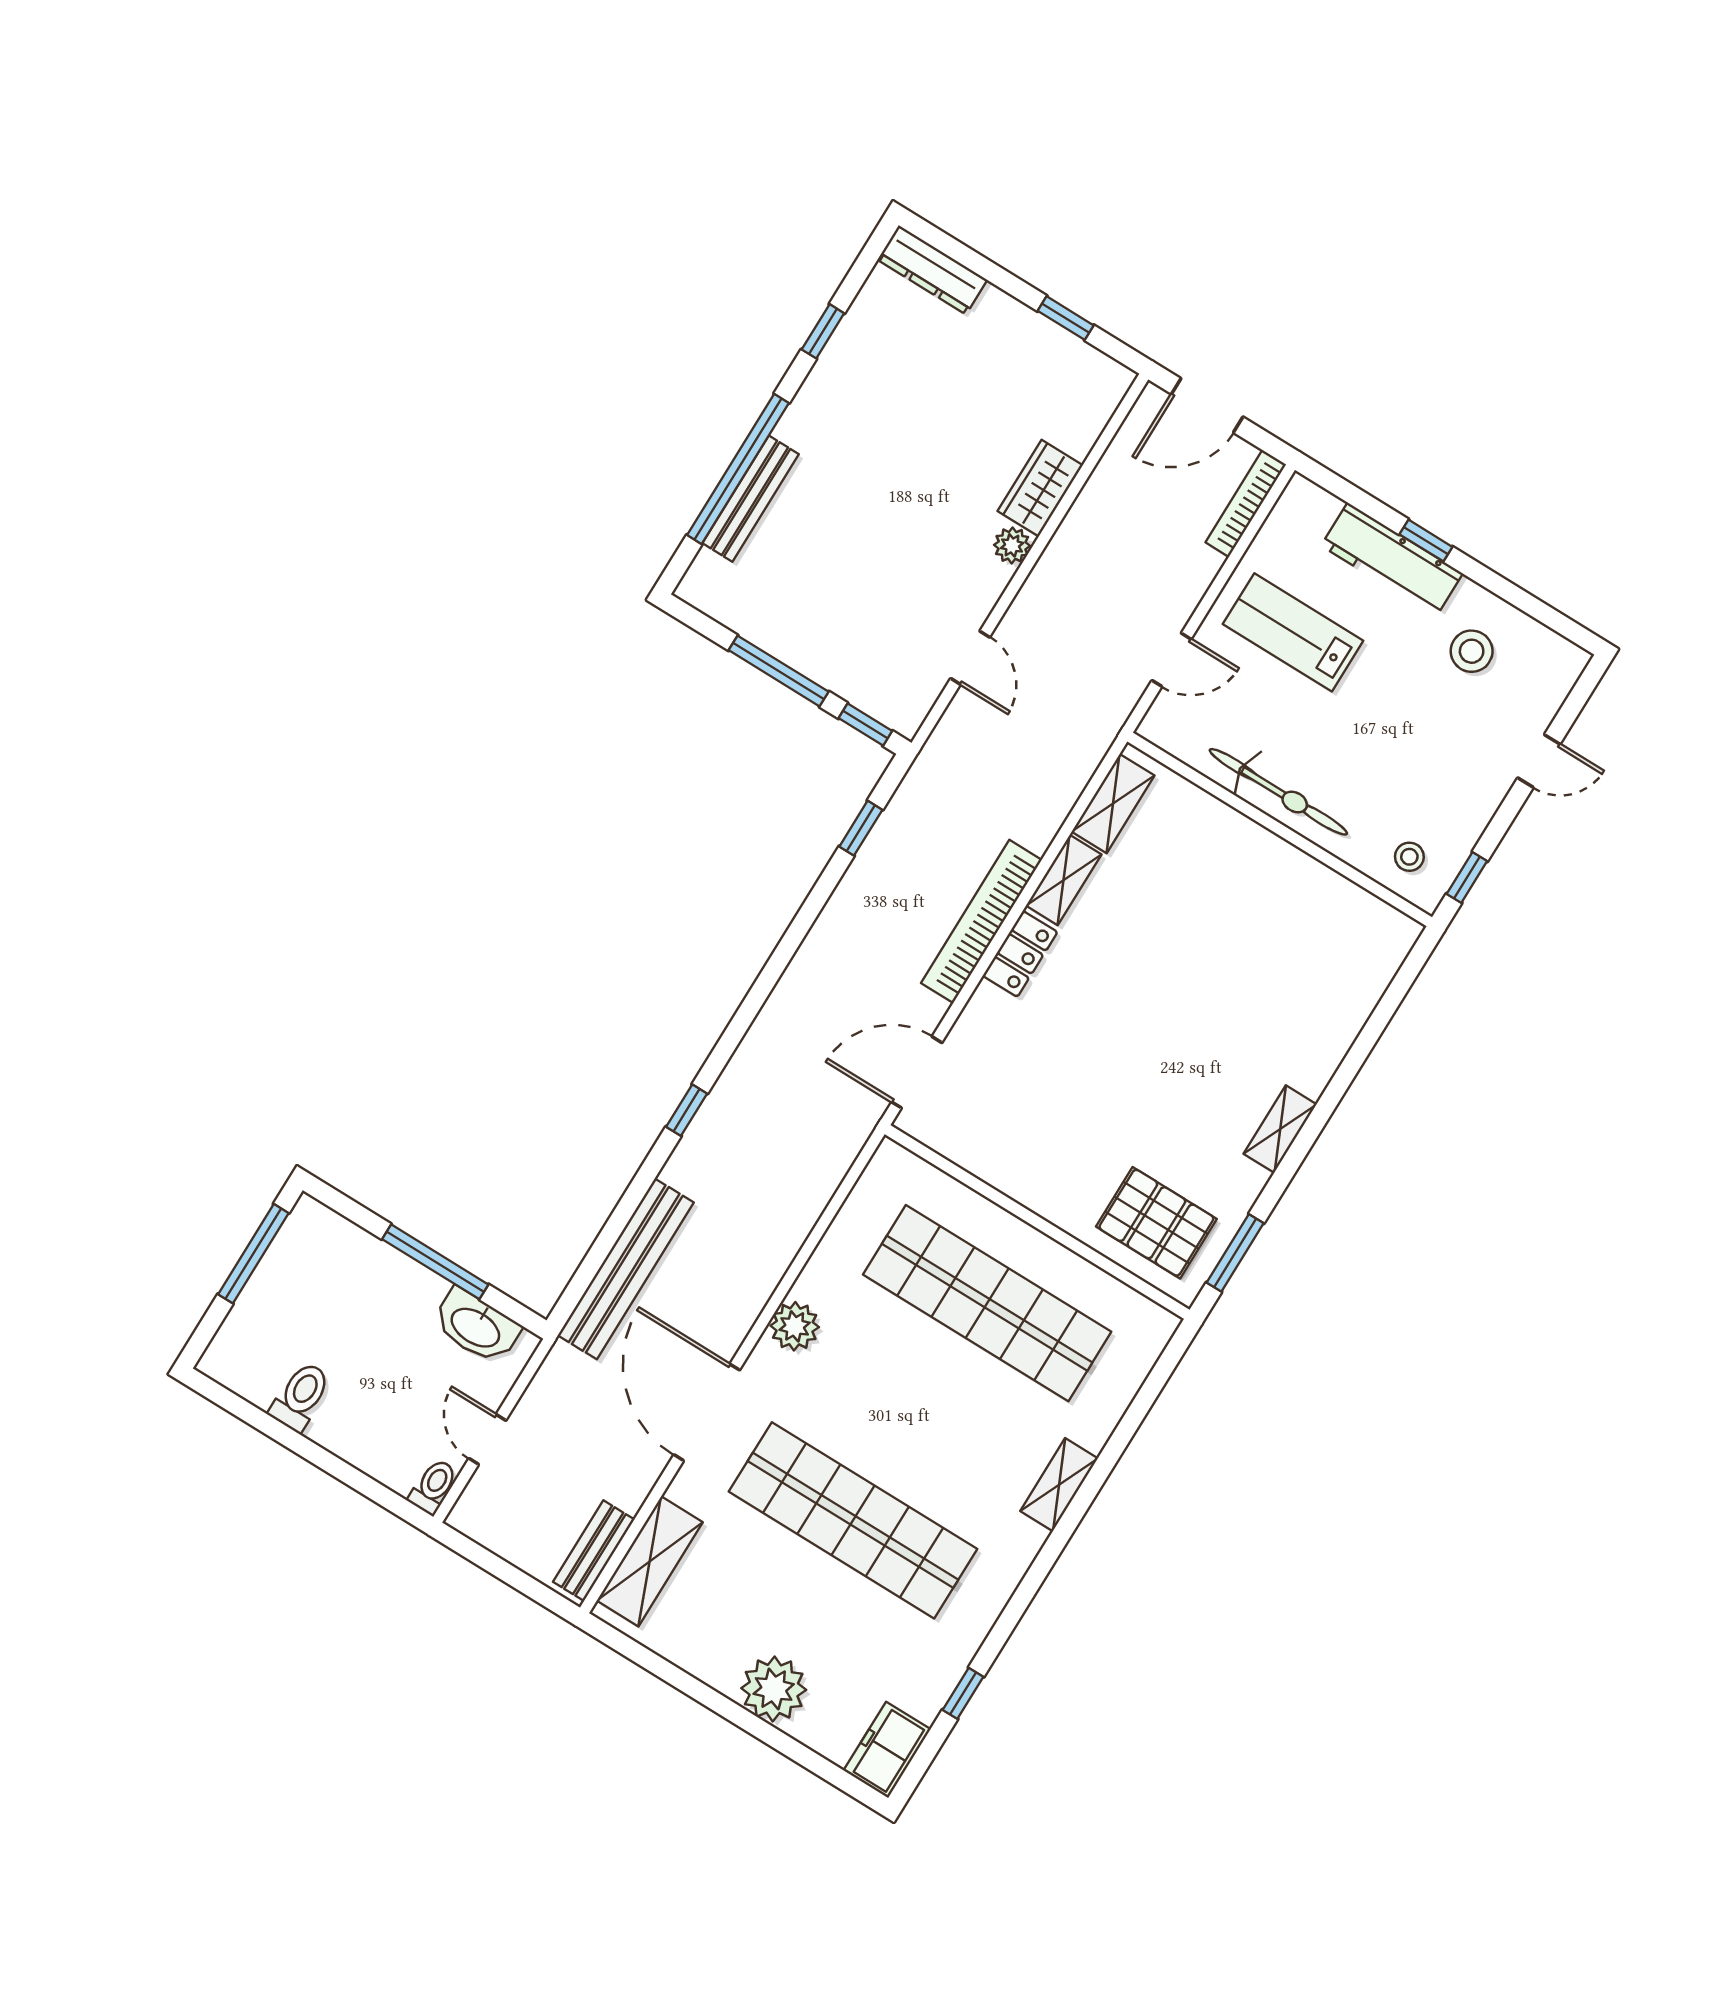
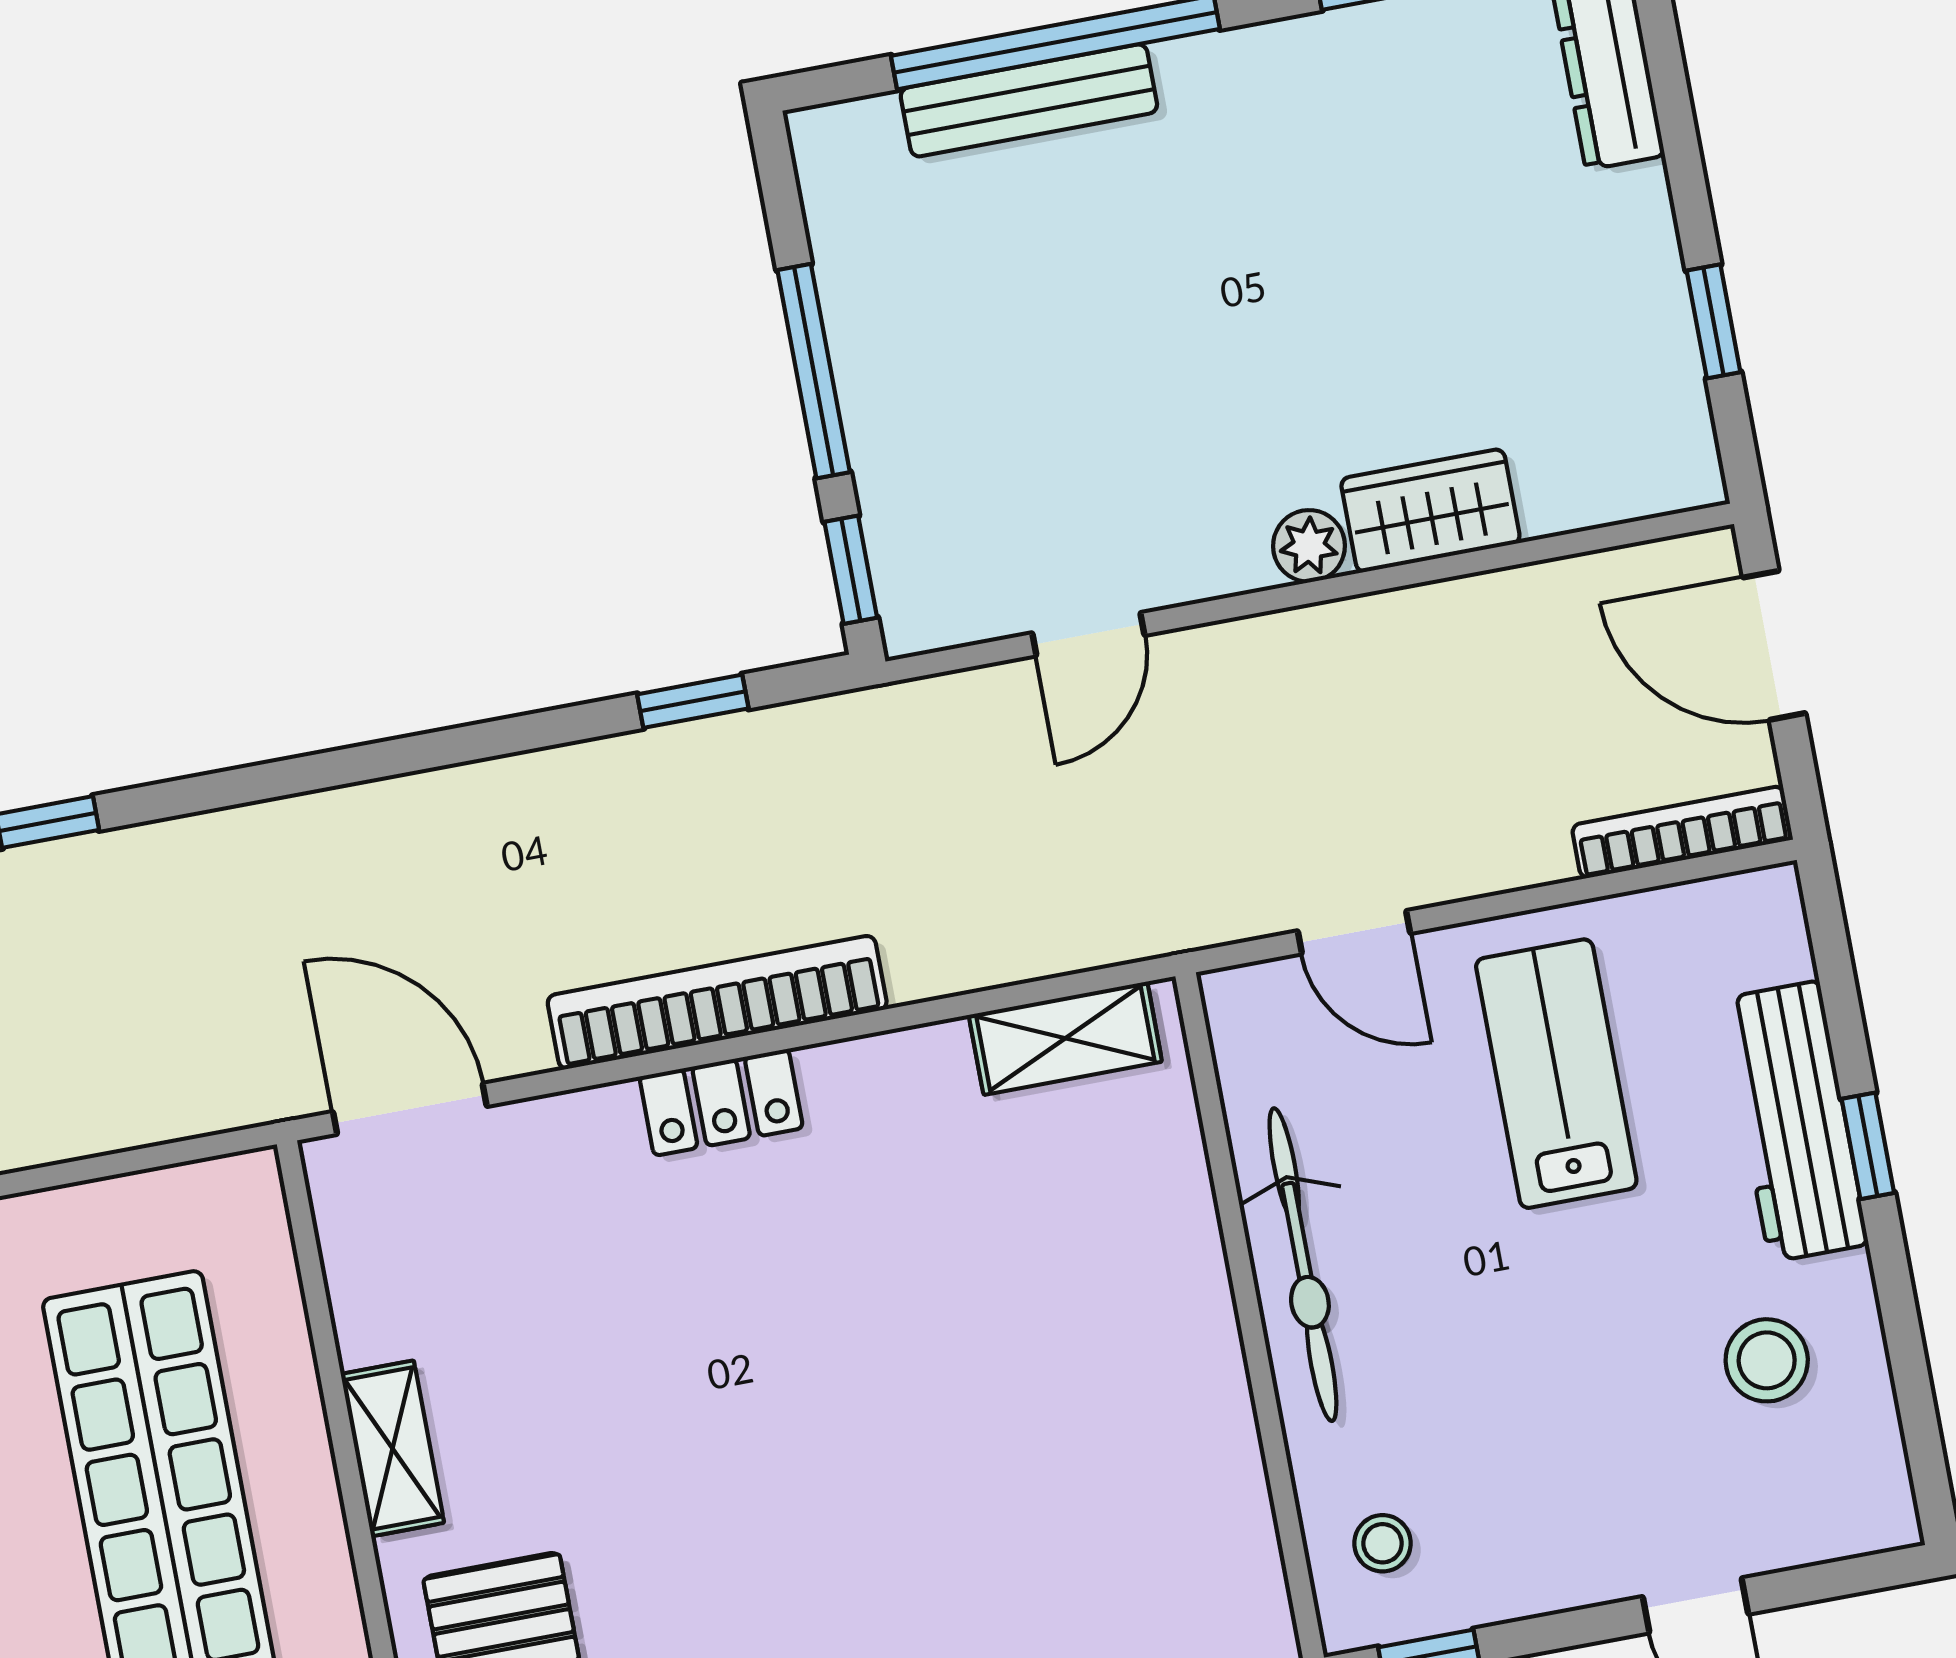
shelving: (1064, 880) -> (393, 1448), moved, turned 90

